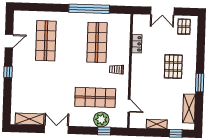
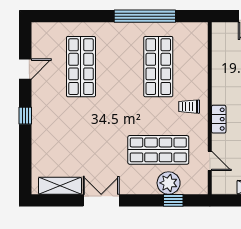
locker: (137, 44) -> (219, 119), moved

